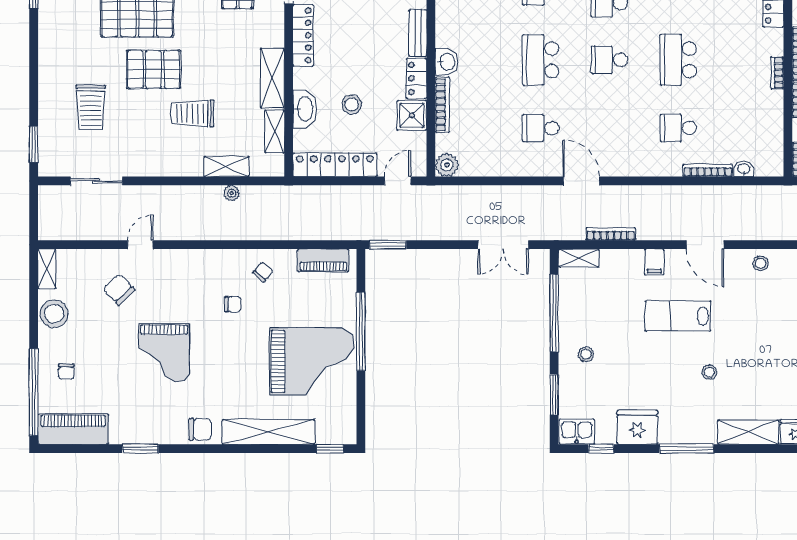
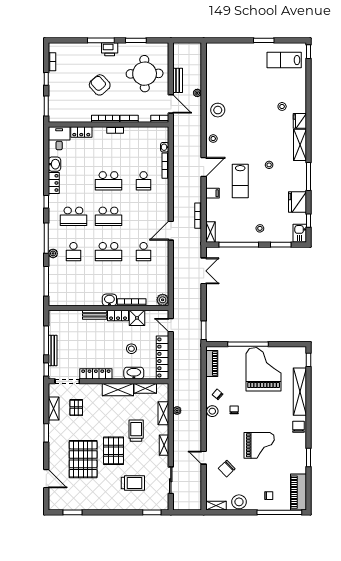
school desk: (609, 60) -> (108, 216), width x1.85
trolley: (193, 113) -> (136, 431), turned 180
shelving: (164, 168) -> (164, 445), added
stool: (230, 262) -> (212, 411), added

